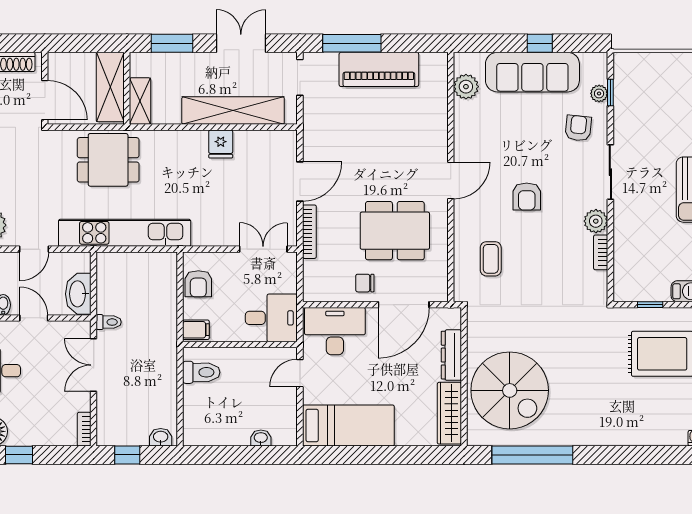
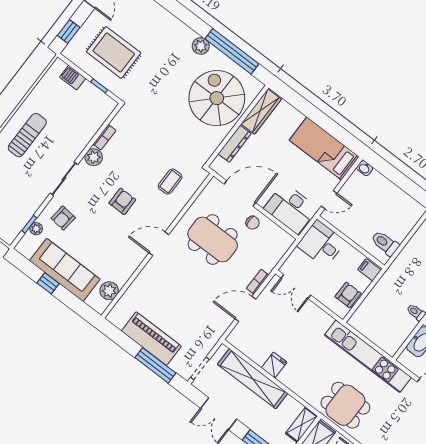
bookcase: (309, 232) -> (258, 282), width x0.64
plant: (571, 434) -> (201, 46), added
washbasin: (261, 438) -> (365, 168), moved

